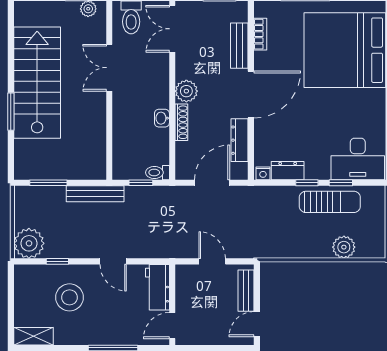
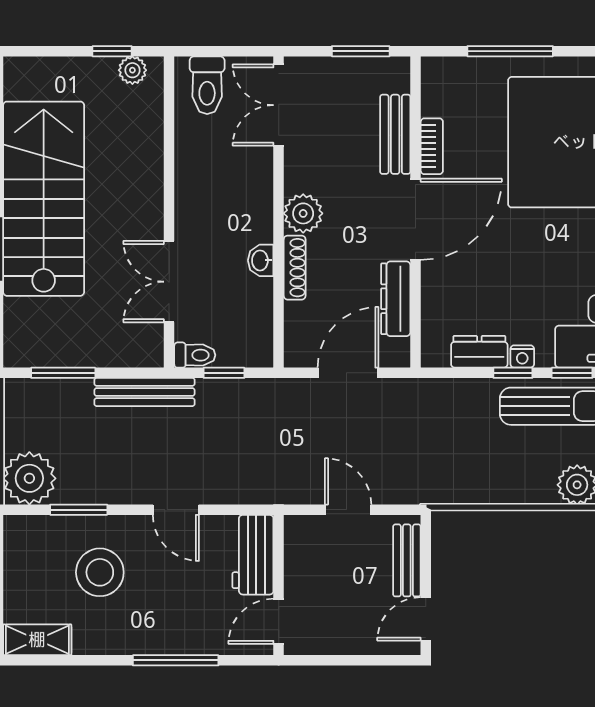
bookcase: (260, 34) -> (432, 146), moved
double door: (109, 68) -> (169, 282), moved
toilet: (157, 173) -> (195, 355), moved, turned 180
nightstand: (263, 173) -> (522, 356), moved
window: (57, 261) -> (79, 510), width x1.50

